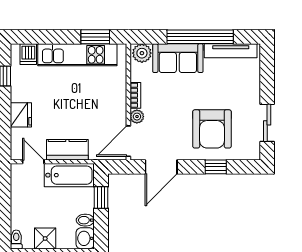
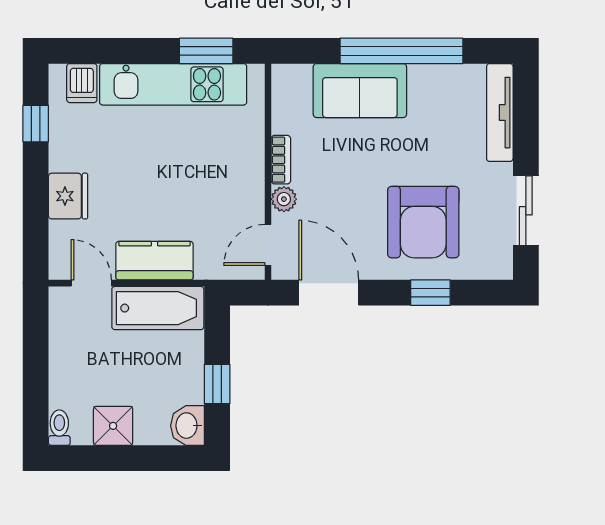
tv unit: (231, 51) -> (500, 113), moved, turned 90
plant: (142, 53) -> (293, 81), removed
door: (128, 141) -> (268, 245), width x0.73
door: (161, 167) -> (329, 293), swing flipped
window: (101, 198) -> (217, 384), moved
bidet: (85, 220) -> (188, 392), removed

